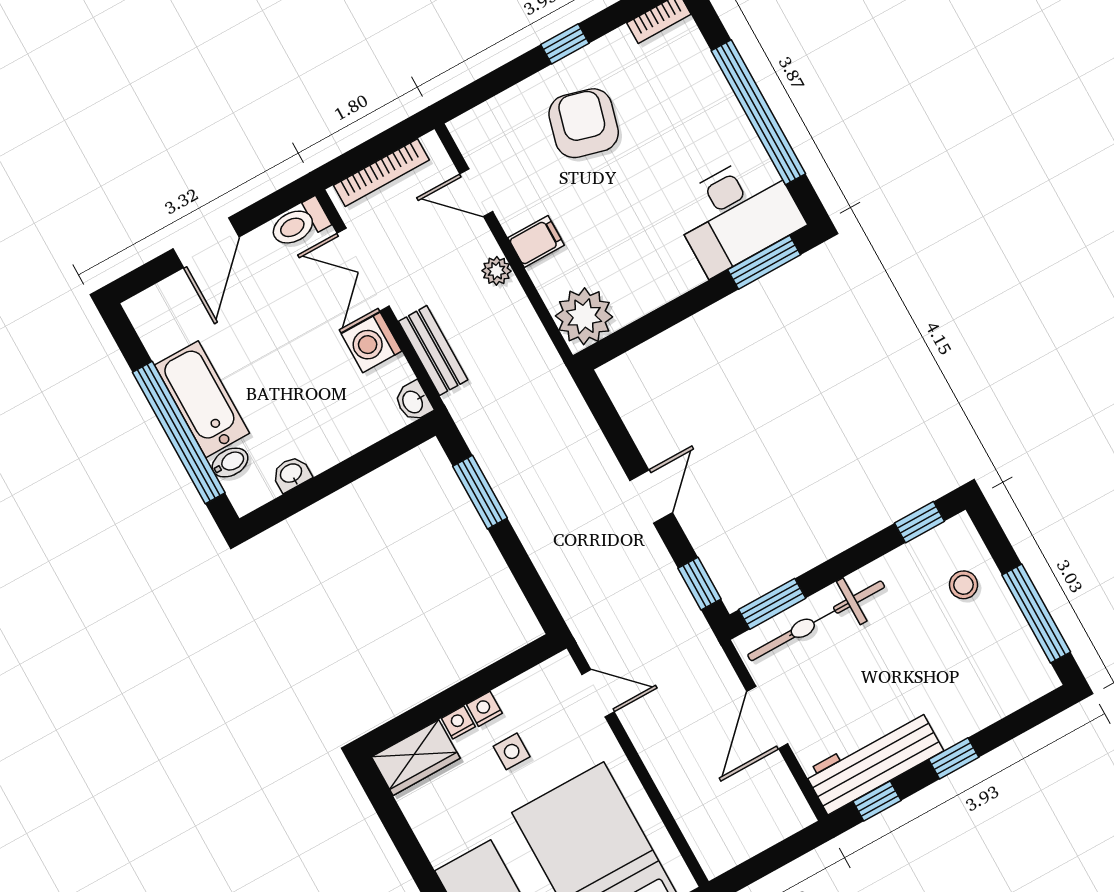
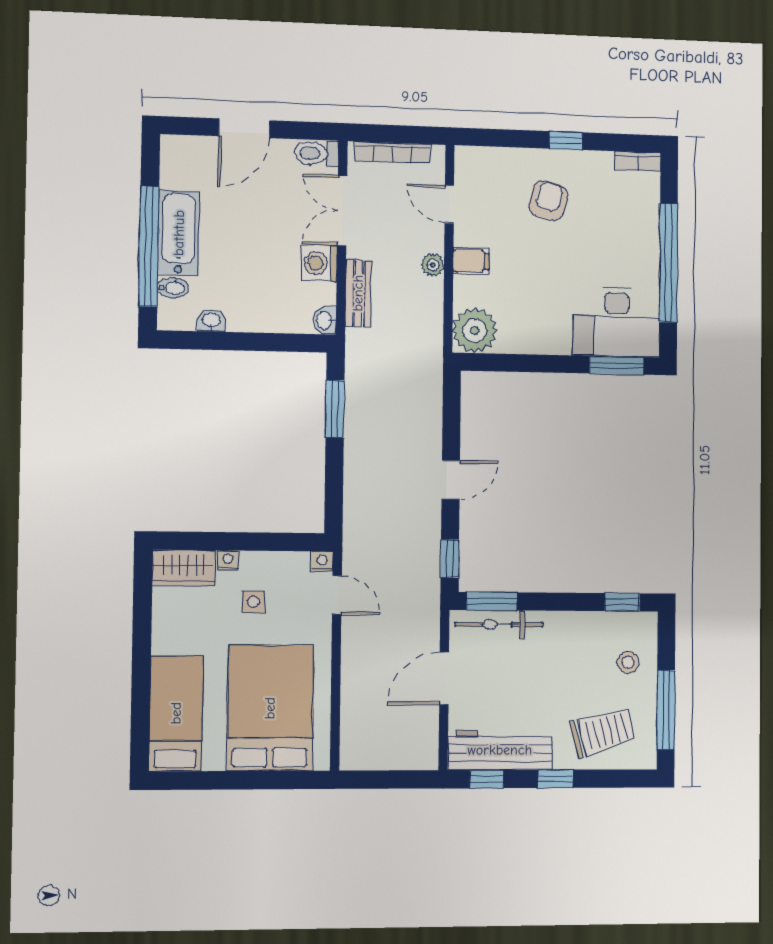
armchair: (584, 123) -> (548, 201), width x0.72, depth x0.72
bicycle: (816, 621) -> (499, 624), width x0.73, depth x0.71
trolley: (978, 678) -> (603, 732), added
nightstand: (484, 709) -> (322, 562), moved

